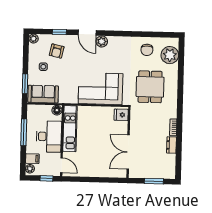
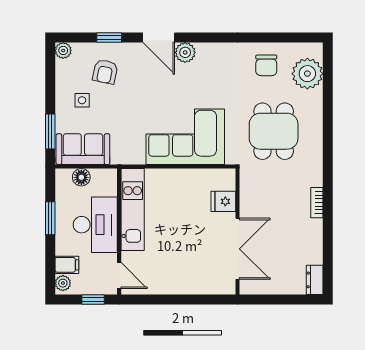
floor lamp: (57, 110) -> (81, 177), moved
fridge: (121, 115) -> (223, 201), moved
window: (24, 132) -> (50, 218), width x0.69
dresser: (172, 145) -> (315, 280), moved
double door: (128, 152) -> (238, 249), swing flipped
window: (154, 181) -> (285, 300), removed

